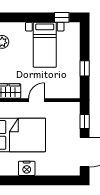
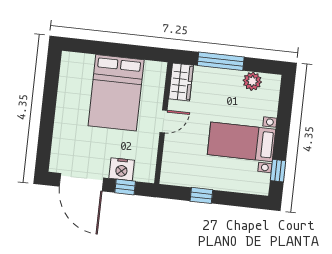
door: (37, 100) -> (164, 121), hinge flipped
nightstand: (27, 168) -> (122, 169), moved, turned -90

